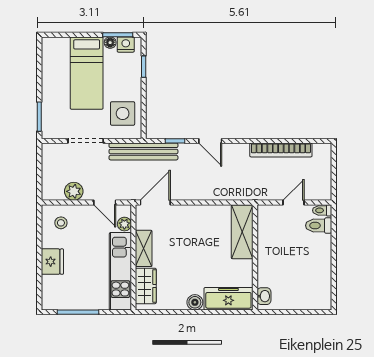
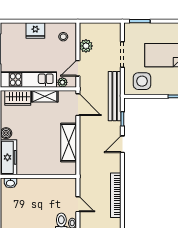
shelving: (242, 232) -> (69, 142), moved, turned 90

